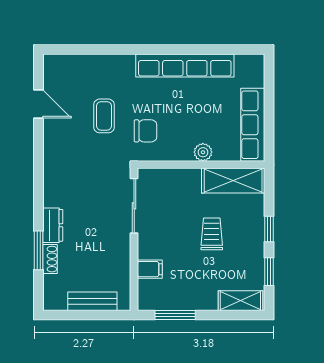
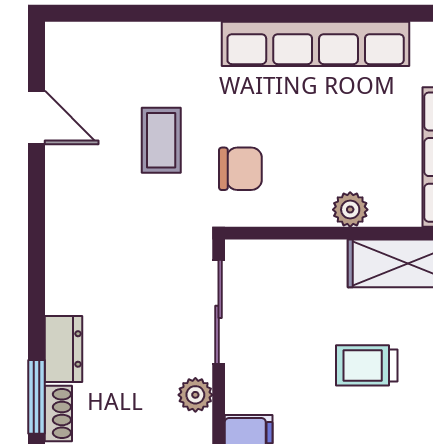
trolley: (212, 234) -> (367, 365), turned -90
plant: (122, 249) -> (195, 395), added

